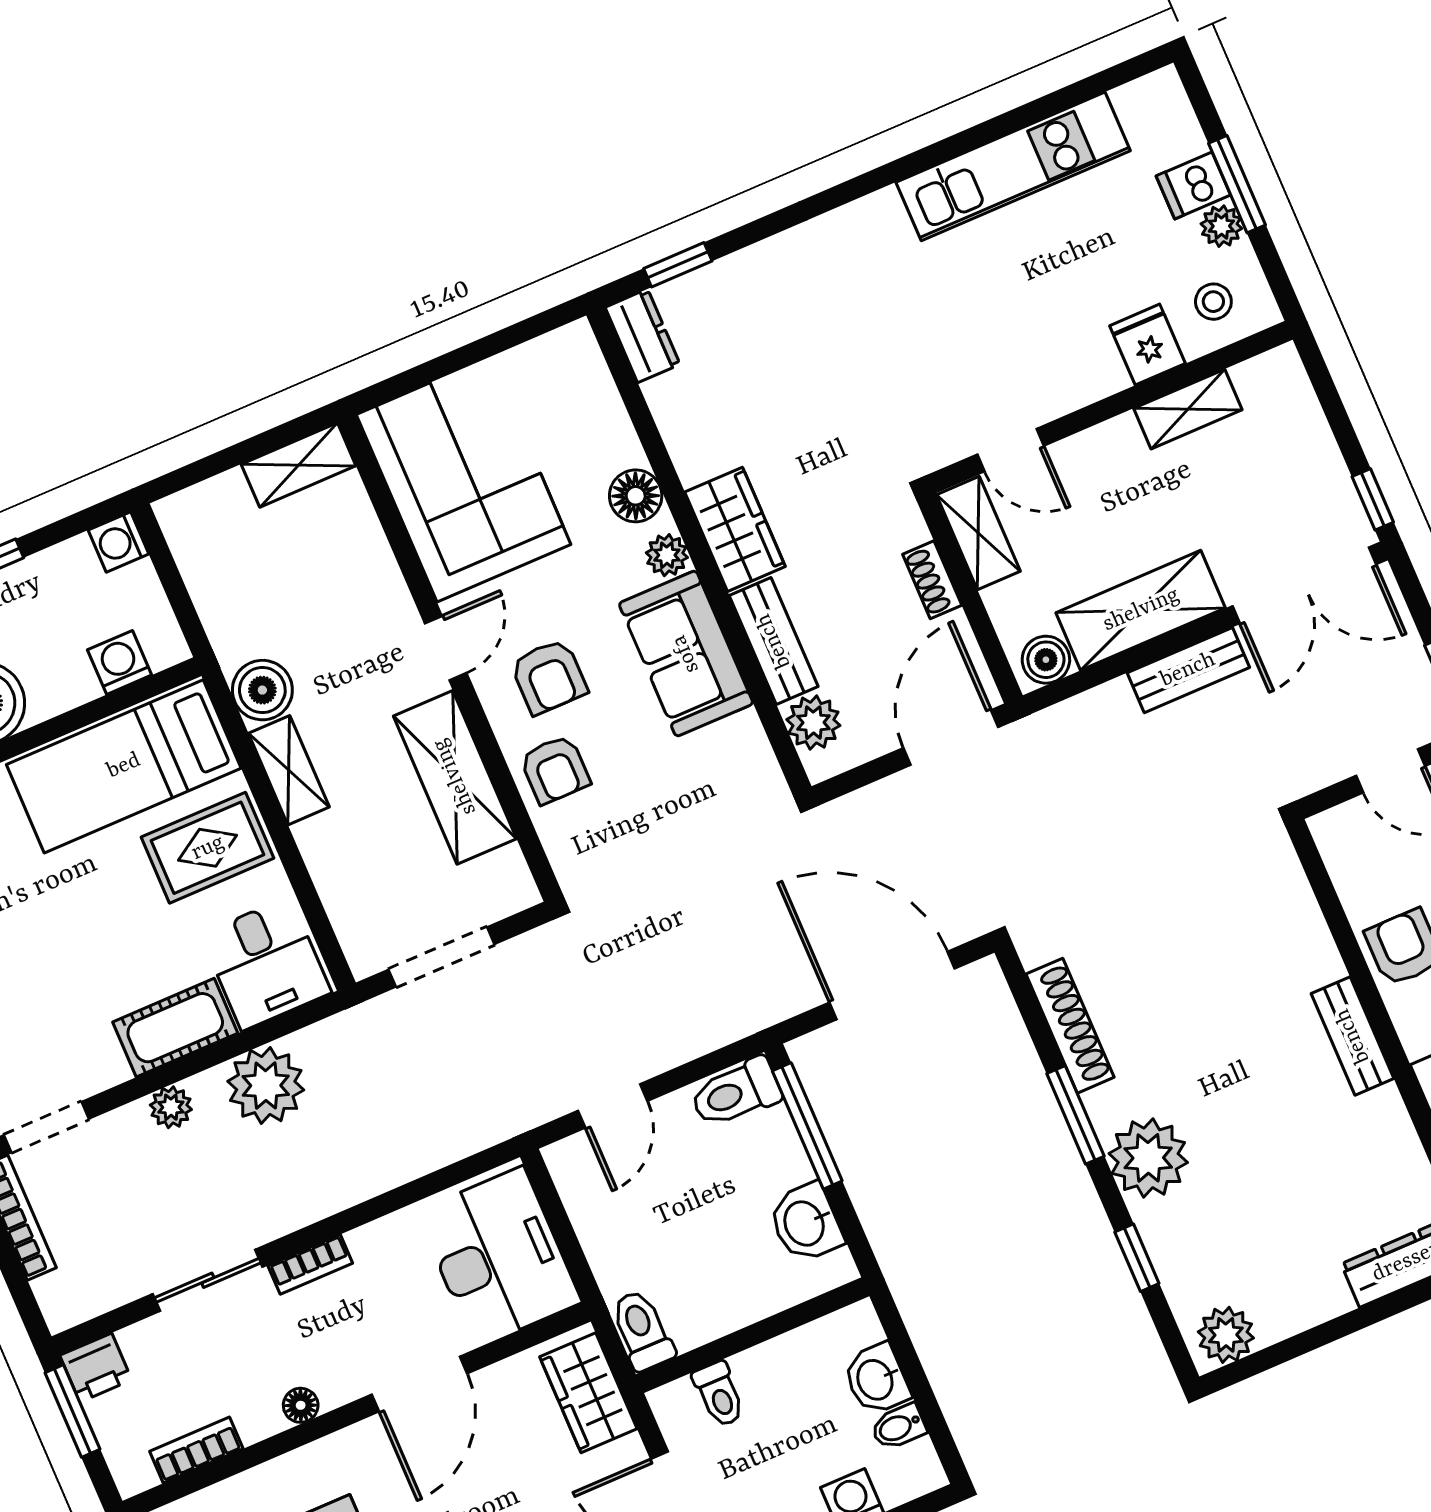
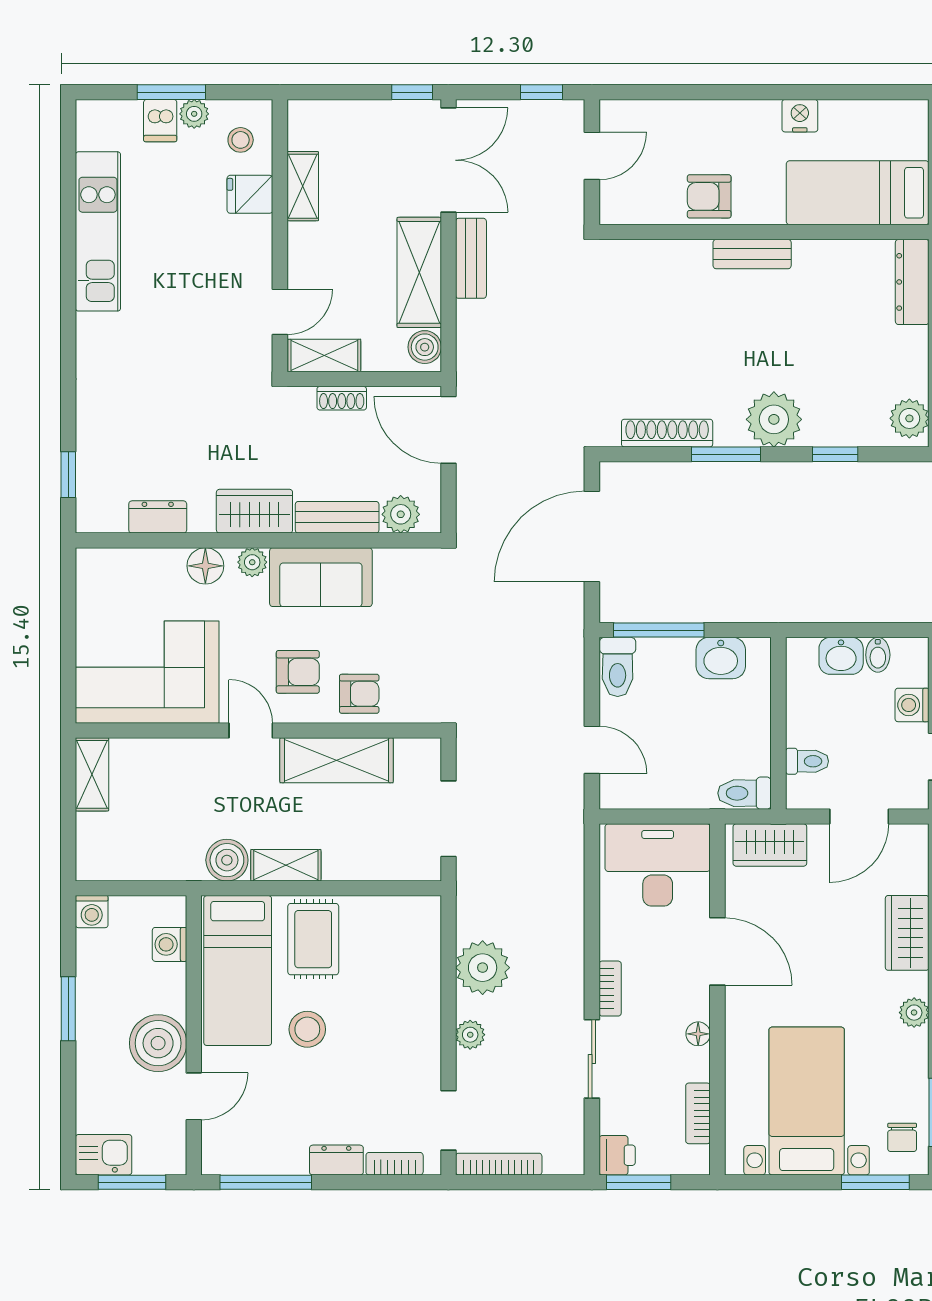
dresser: (643, 336) -> (158, 517), moved
stool: (86, 891) -> (307, 1029), added
desk: (266, 964) -> (404, 934), removed
cot: (175, 1028) -> (420, 1010), removed

